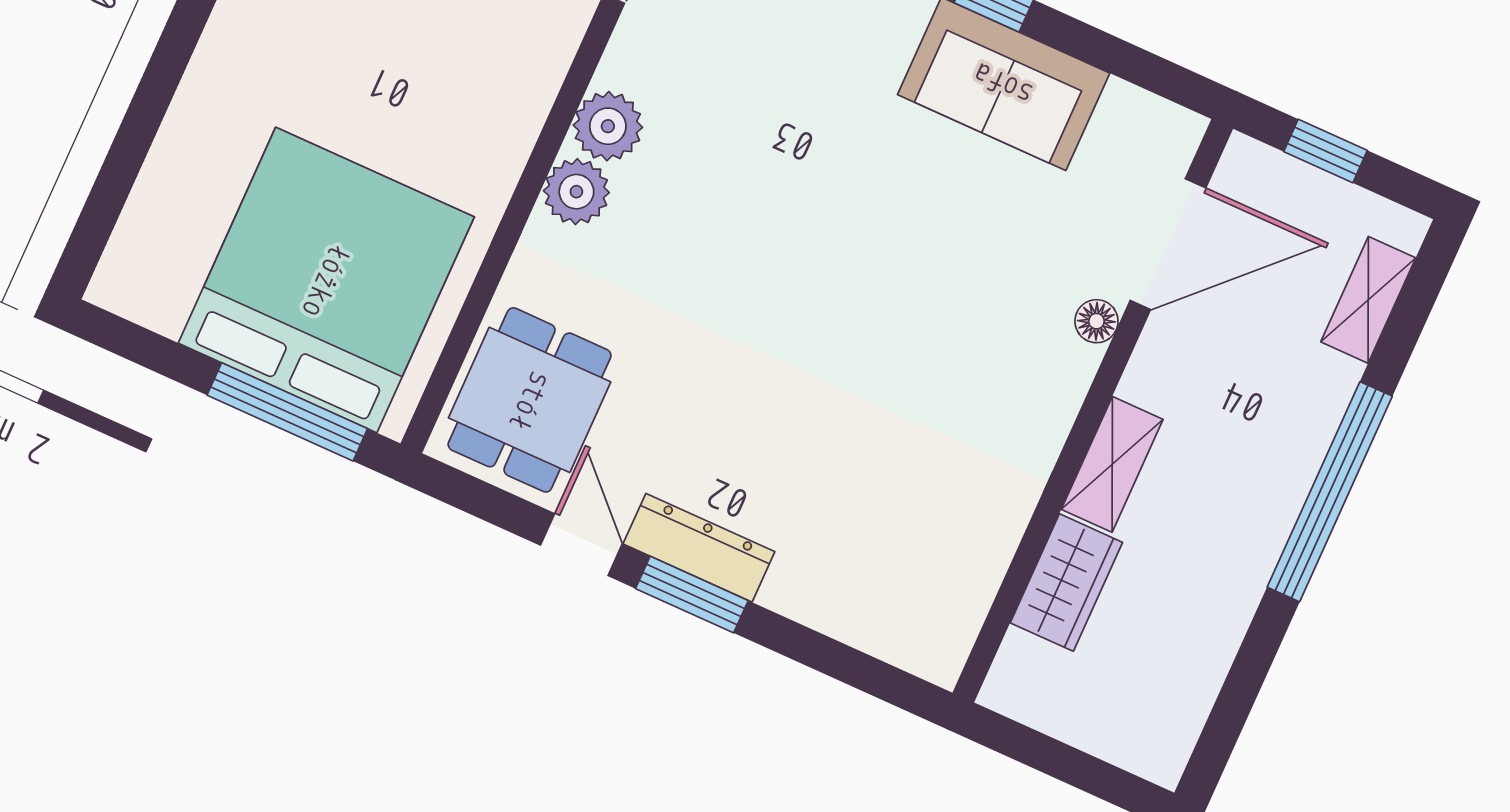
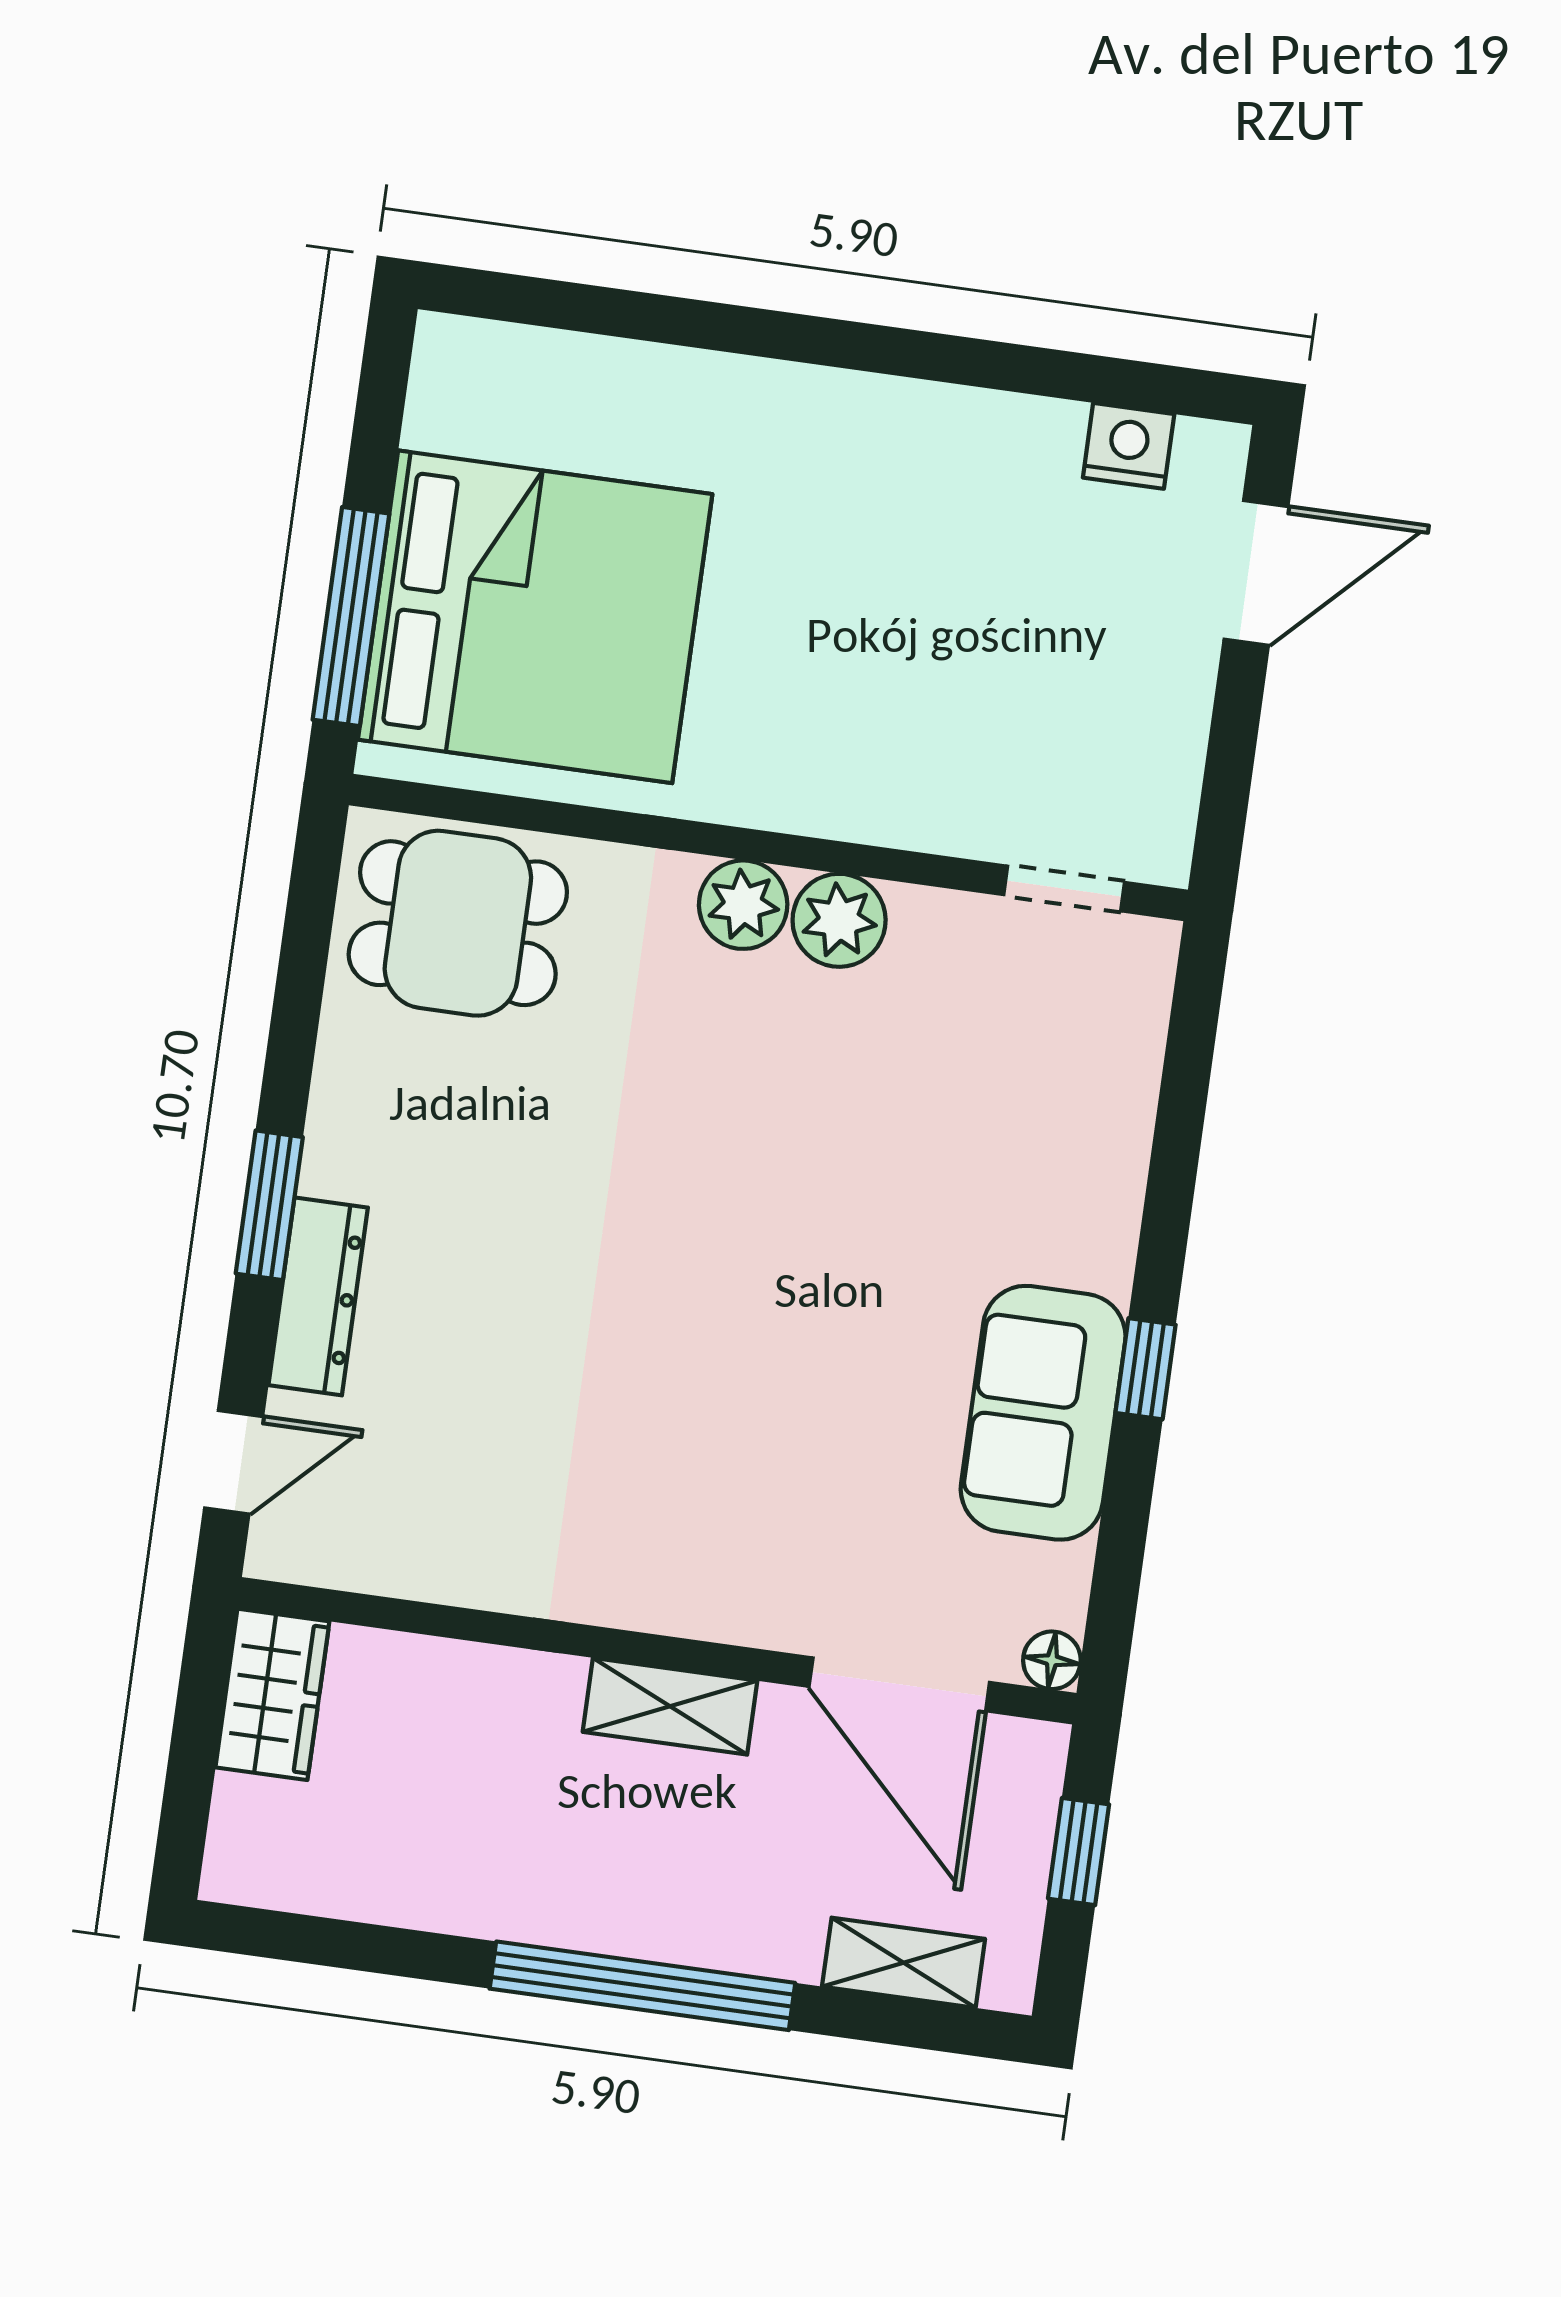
floor lamp: (1096, 321) -> (1052, 1660), moved
shelving: (1112, 464) -> (670, 1706), moved
door: (581, 545) -> (234, 1462), moved
dresser: (699, 548) -> (318, 1296), moved
wardrobe: (1066, 583) -> (272, 1694), moved, turned -90

